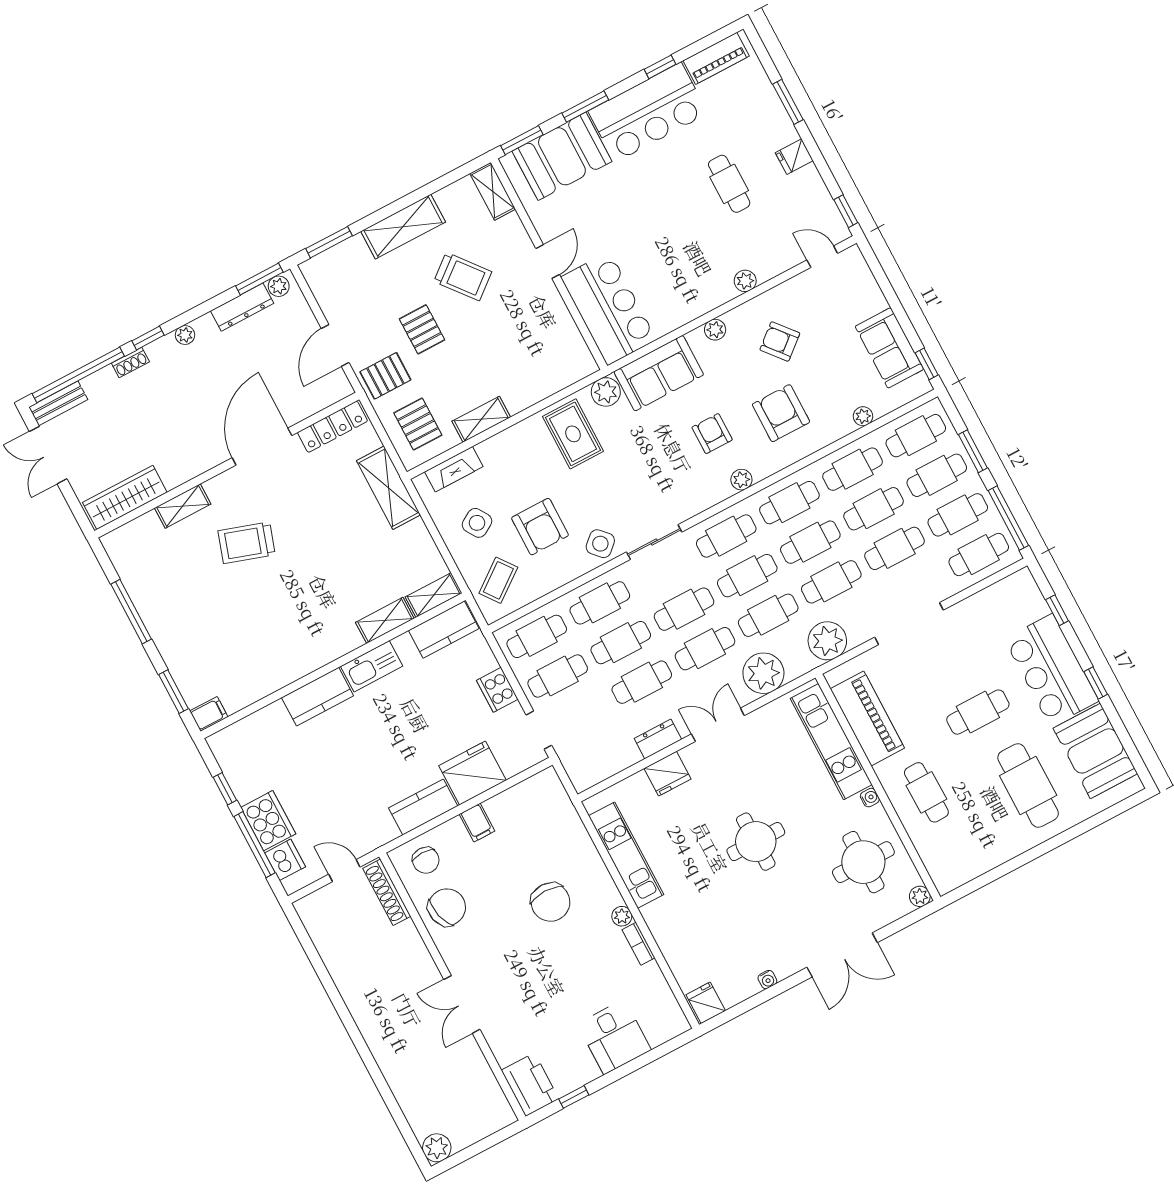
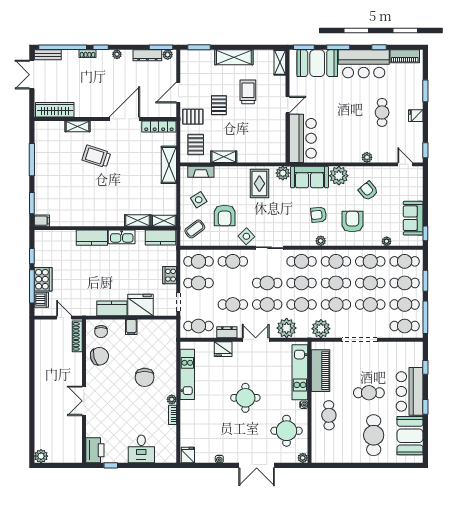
trolley: (463, 277) -> (248, 92), turned -141
plant: (715, 330) -> (339, 176), width x1.88, depth x1.88
armchair: (712, 434) -> (319, 215), turned -96
cafe table: (621, 643) -> (198, 326), moved

